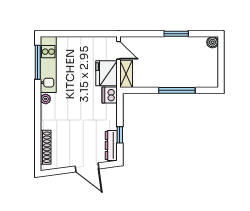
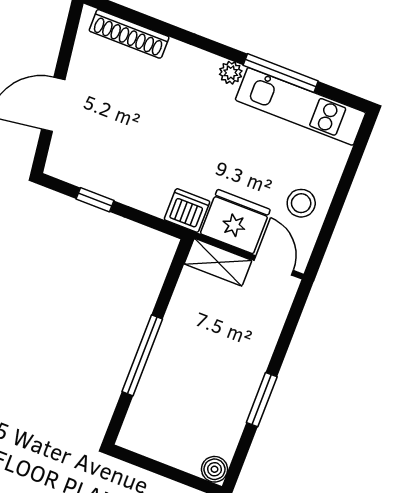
stool: (88, 49) -> (301, 203), added
door: (119, 50) -> (274, 265), swing flipped
window: (38, 62) -> (281, 73), moved
dresser: (111, 145) -> (80, 173), removed

